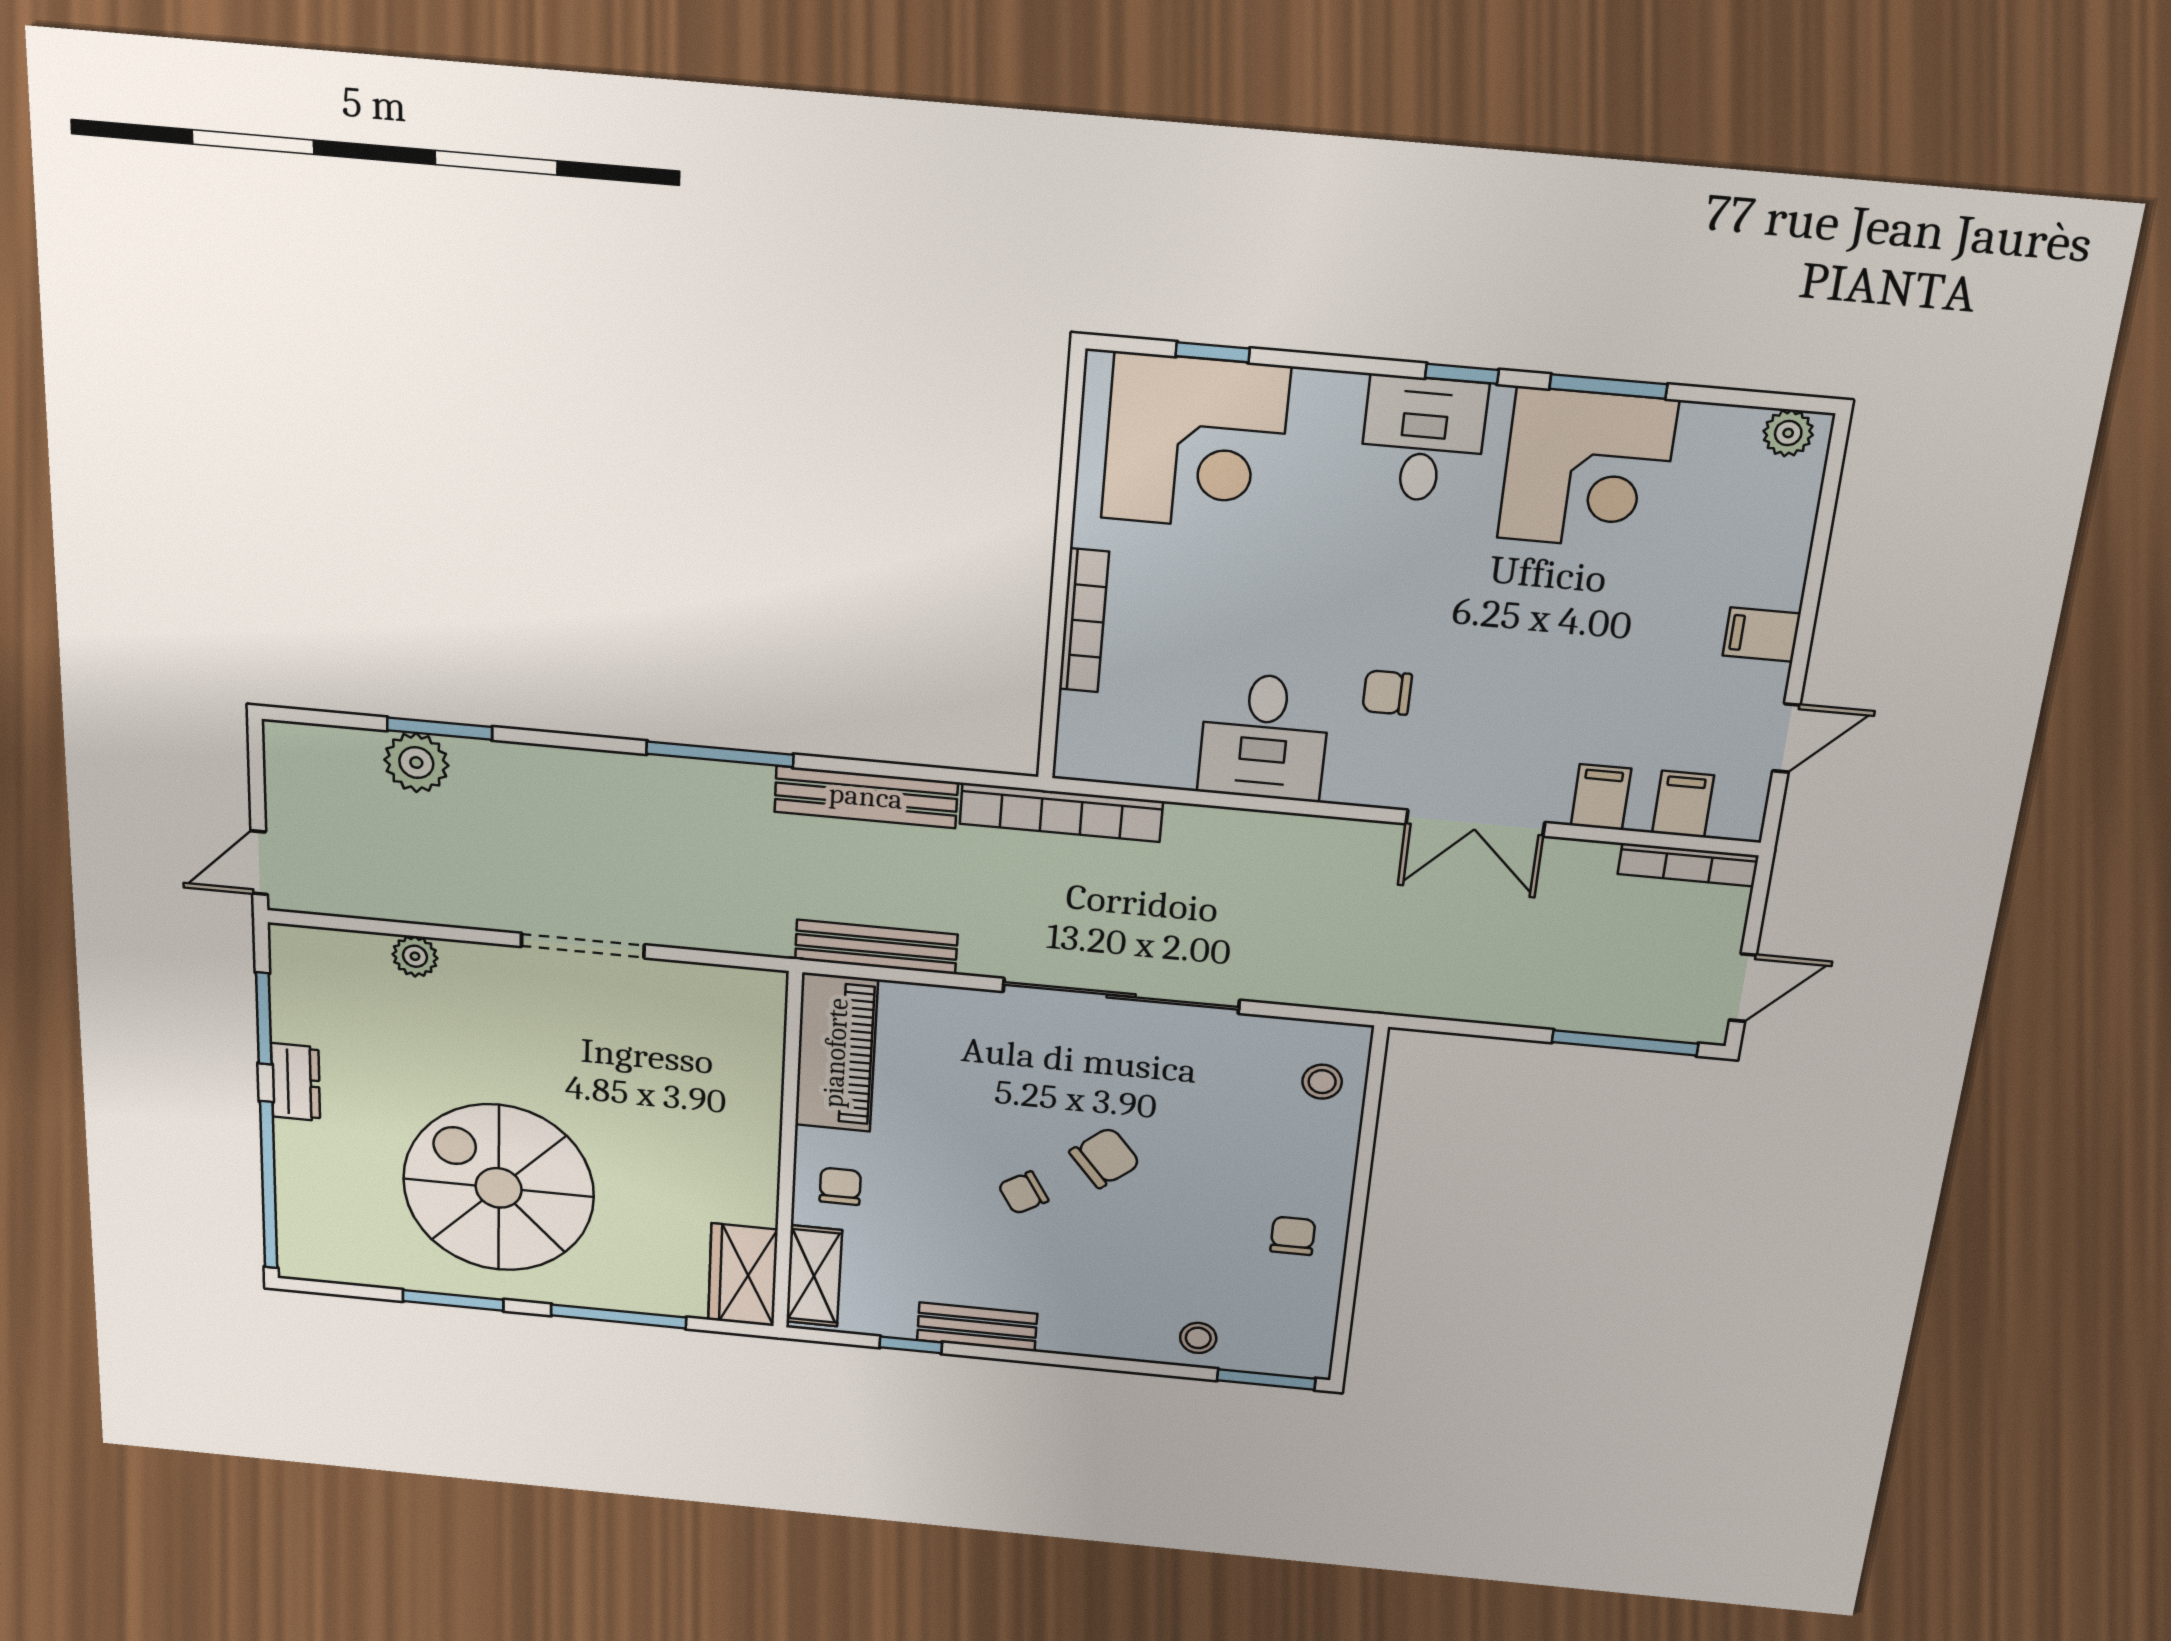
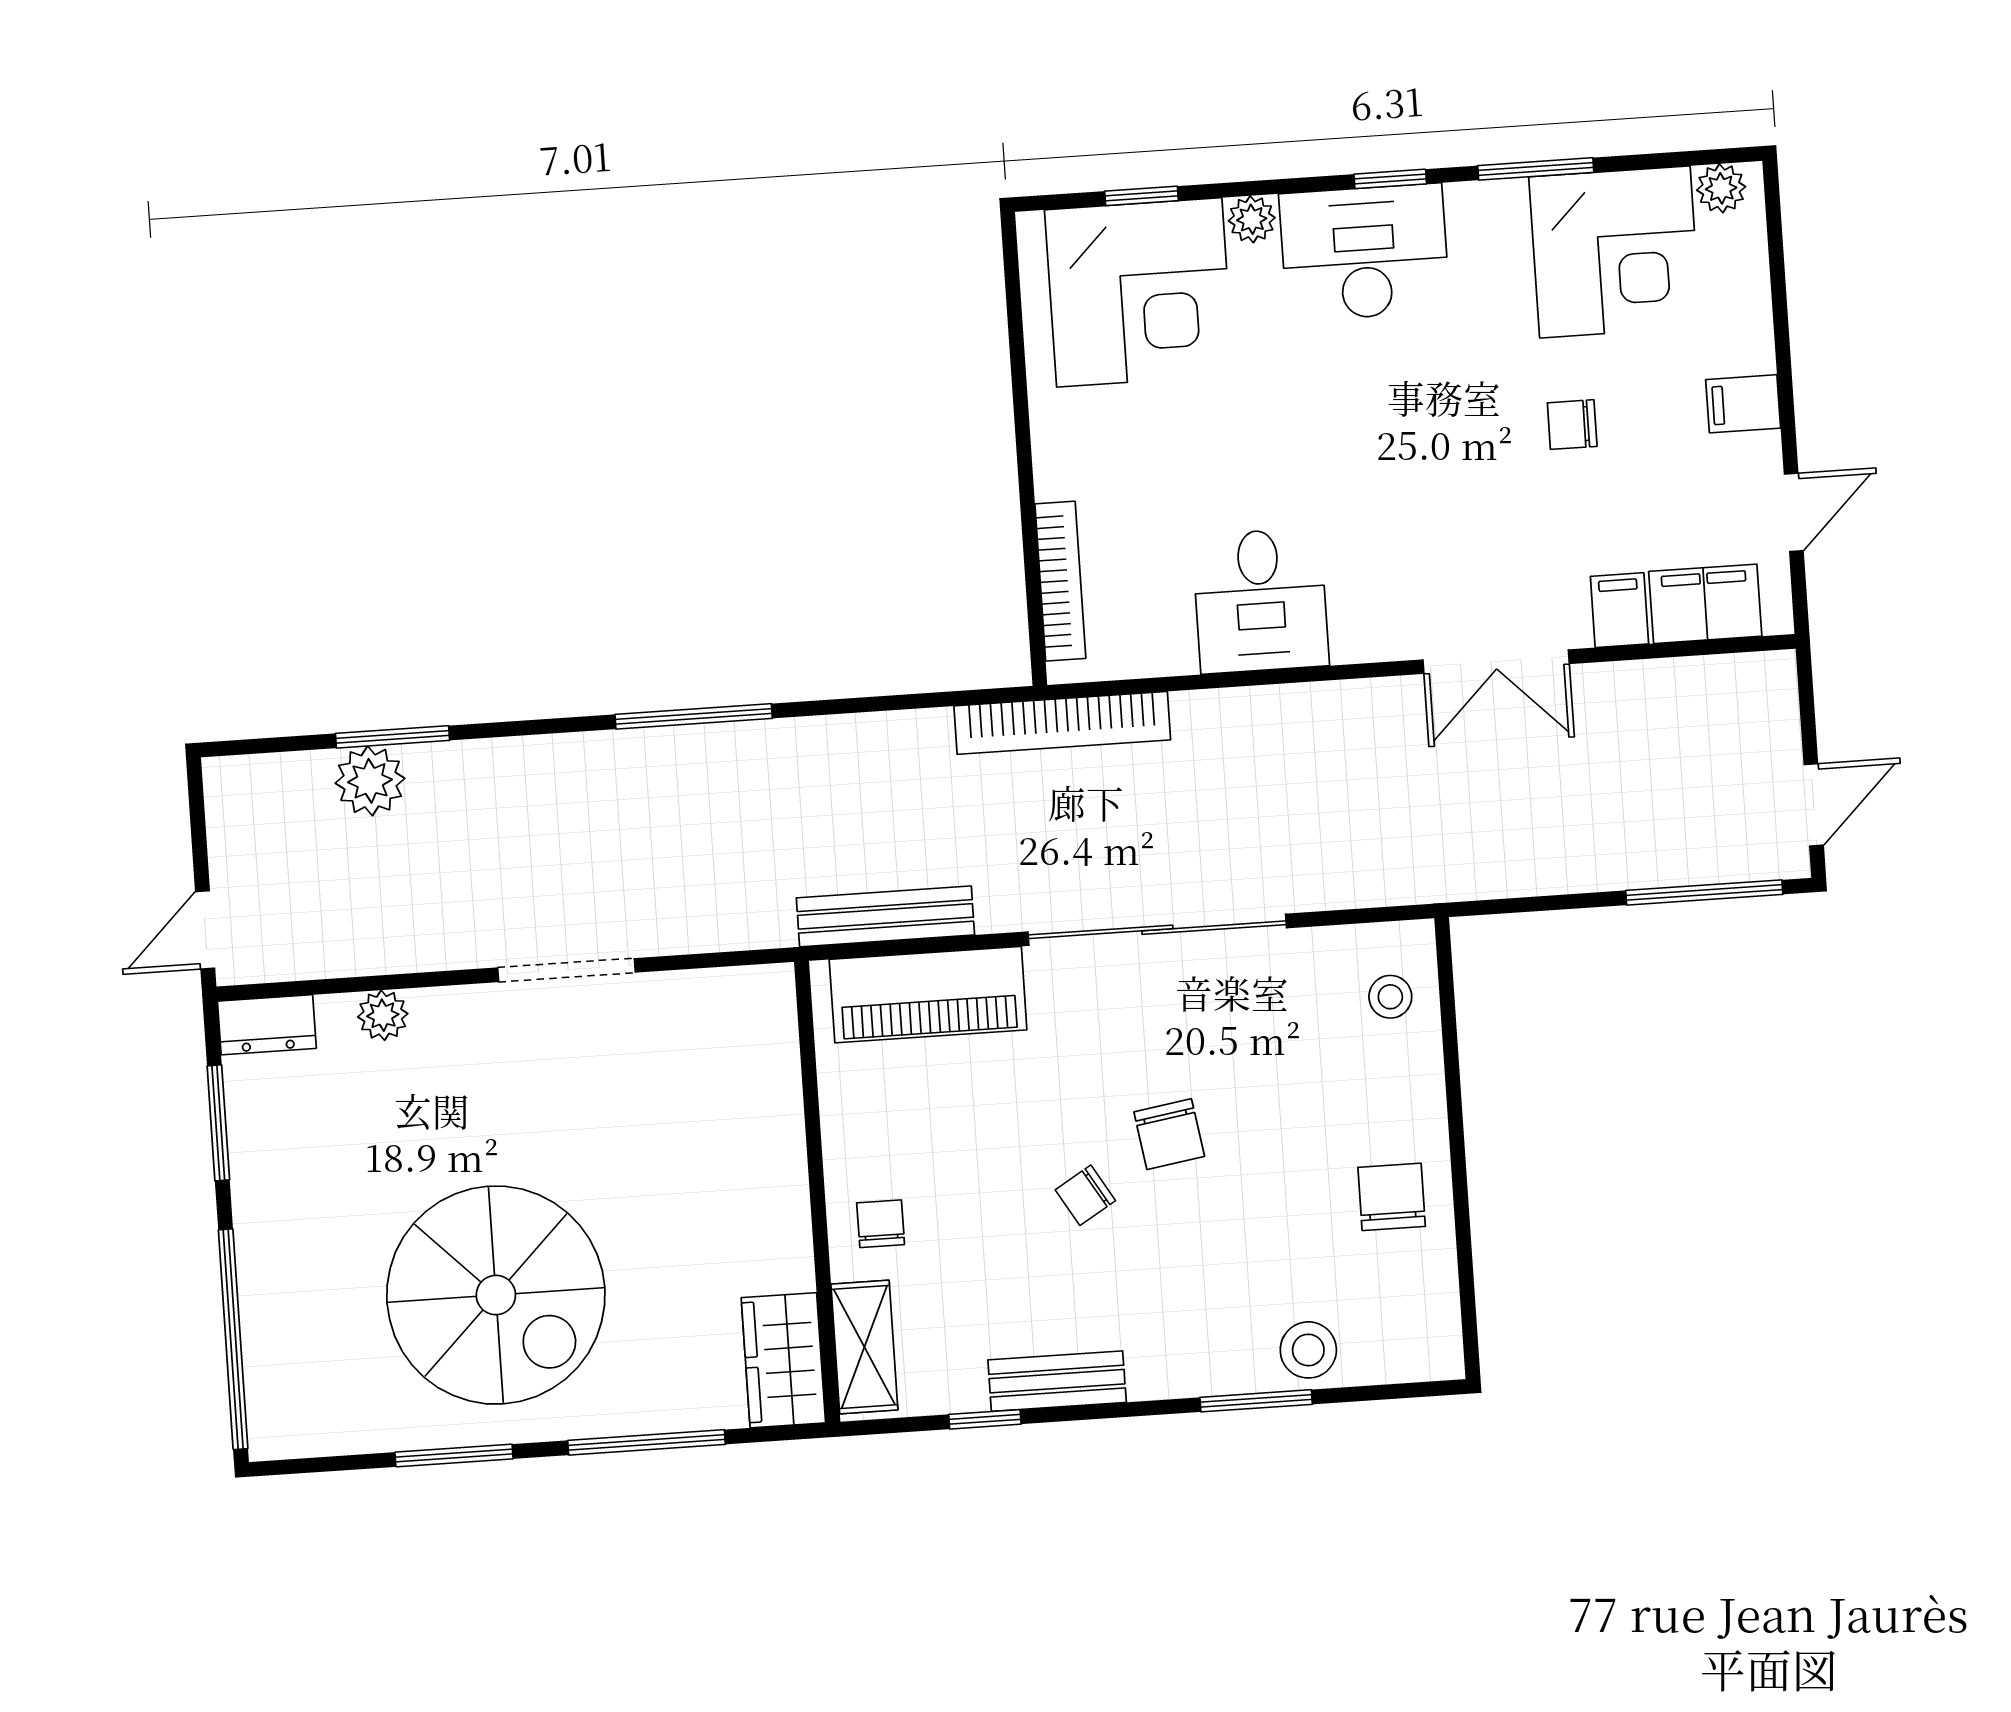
plant: (1318, 391) -> (1252, 219), added
desk: (1423, 439) -> (1364, 252), width x1.37
corner desk: (1587, 469) -> (1615, 252), moved
bookcase: (1084, 621) -> (1060, 581), moved
chair: (1387, 693) -> (1572, 425), moved
bench: (866, 797) -> (854, 740), removed
filing cabinet: (1683, 804) -> (1705, 604), width x2.00
bookcase: (1688, 865) -> (1725, 672), removed
piano: (836, 1053) -> (928, 995), moved, turned 90
dresser: (296, 1082) -> (267, 1025), moved, turned 90
chair: (1105, 1158) -> (1169, 1134), turned 121
spiral stairs: (499, 1188) -> (496, 1295), turned 180
chair: (1293, 1236) -> (1392, 1197), width x1.37, depth x1.37
stool: (1198, 1338) -> (1308, 1350), width x1.37, depth x1.37
window: (1266, 1379) -> (1256, 1401), moved

